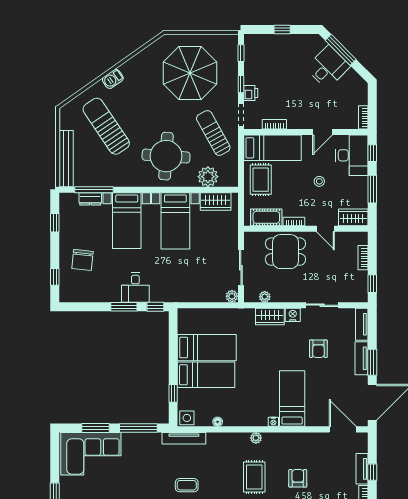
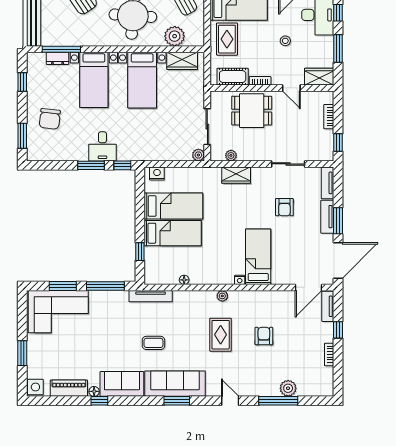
window: (55, 277) -> (22, 136), width x1.50
nightstand: (293, 315) -> (157, 174), moved
side table: (187, 418) -> (154, 276), removed
door: (343, 429) -> (309, 287), swing flipped
tv unit: (362, 469) -> (328, 306), moved

